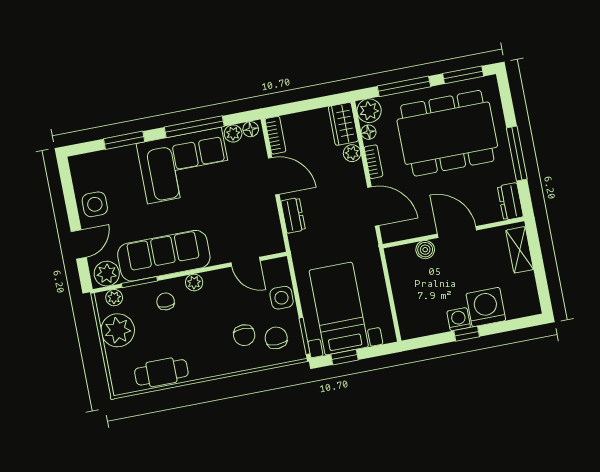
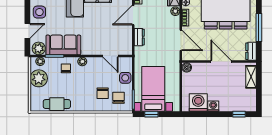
door: (274, 176) -> (133, 15), swing flipped
boiler: (425, 250) -> (187, 67), moved
sofa: (164, 256) -> (63, 45), width x0.73
washing machine: (486, 307) -> (198, 103), moved
window: (467, 334) -> (239, 114), moved

